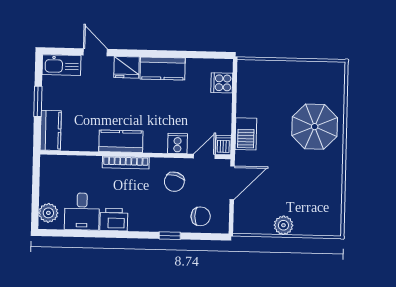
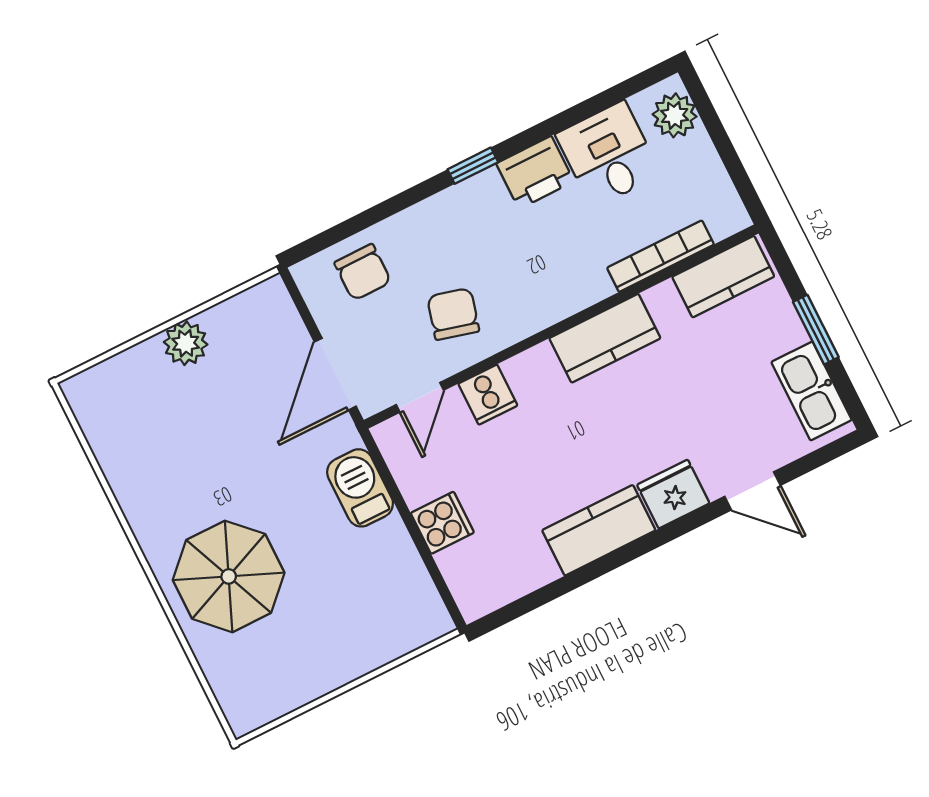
kitchen sink: (62, 65) -> (811, 391), moved, turned -90
cooker: (222, 83) -> (442, 523), moved
kitchen counter: (51, 130) -> (723, 277), moved, turned -90
dishwasher: (223, 145) -> (394, 441), removed
bookcase: (126, 163) -> (660, 256), moved
chair: (201, 216) -> (363, 272), turned -90
window: (170, 236) -> (473, 166), moved

